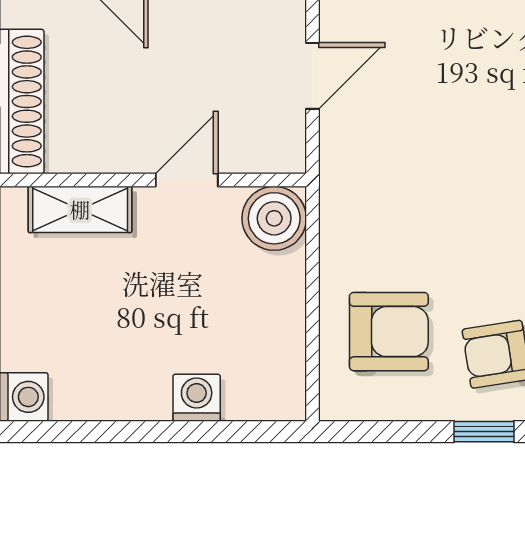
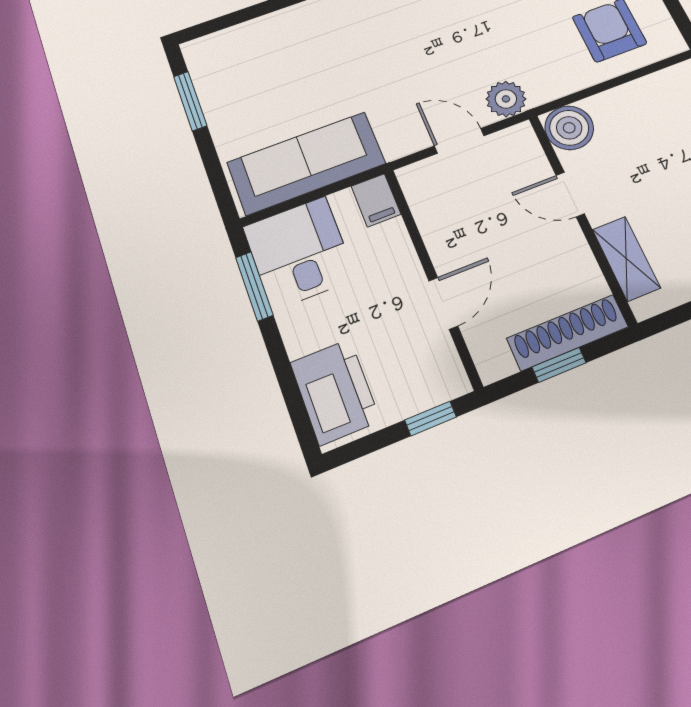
plant: (346, 157) -> (506, 99), added

